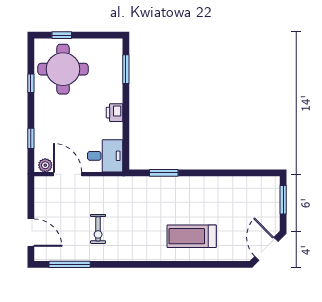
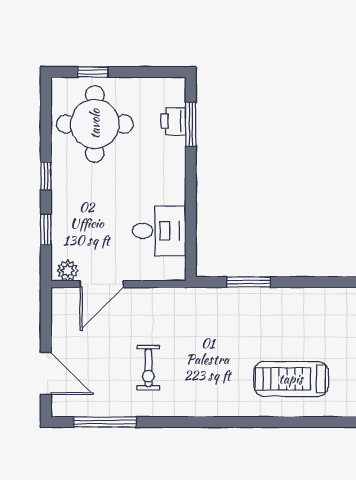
window: (31, 83) -> (46, 176), moved
printer: (114, 113) -> (173, 121), moved
desk: (105, 156) -> (159, 231), moved
door: (68, 174) -> (102, 284), swing flipped

